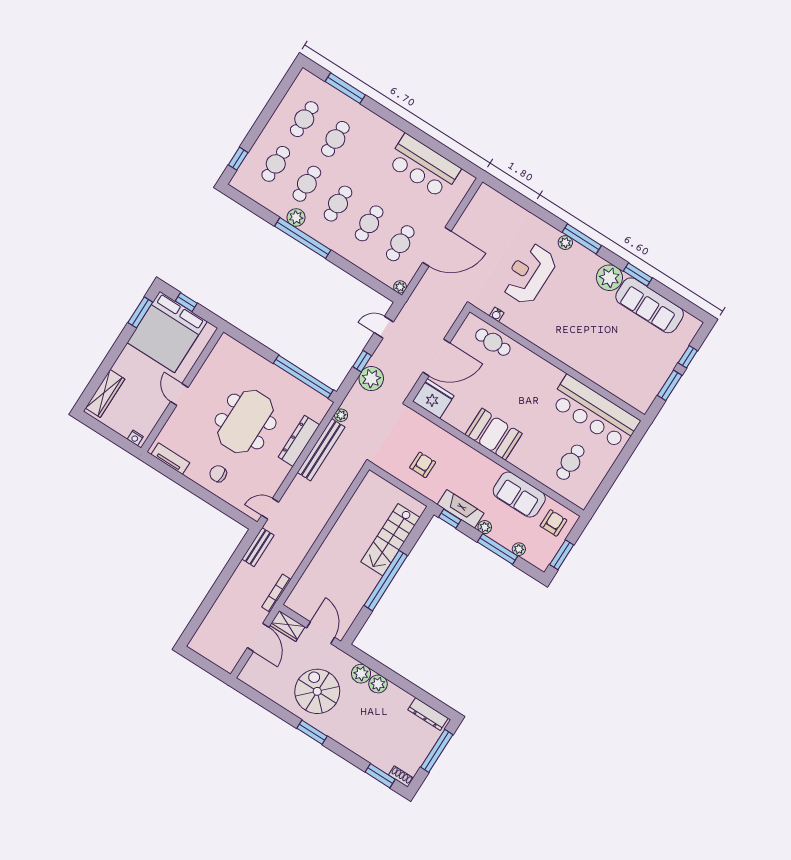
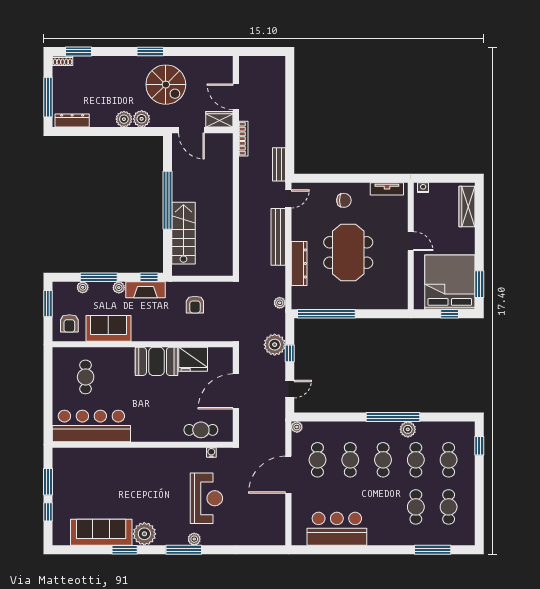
fridge: (433, 398) -> (193, 359), moved
bench: (321, 450) -> (278, 237), moved

